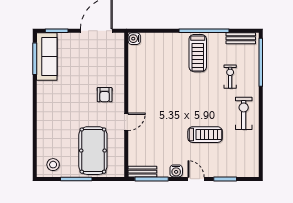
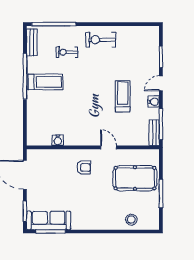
water cooler: (134, 39) -> (58, 140), moved
treadmill: (205, 135) -> (123, 96), moved
stool: (53, 165) -> (131, 220), moved

